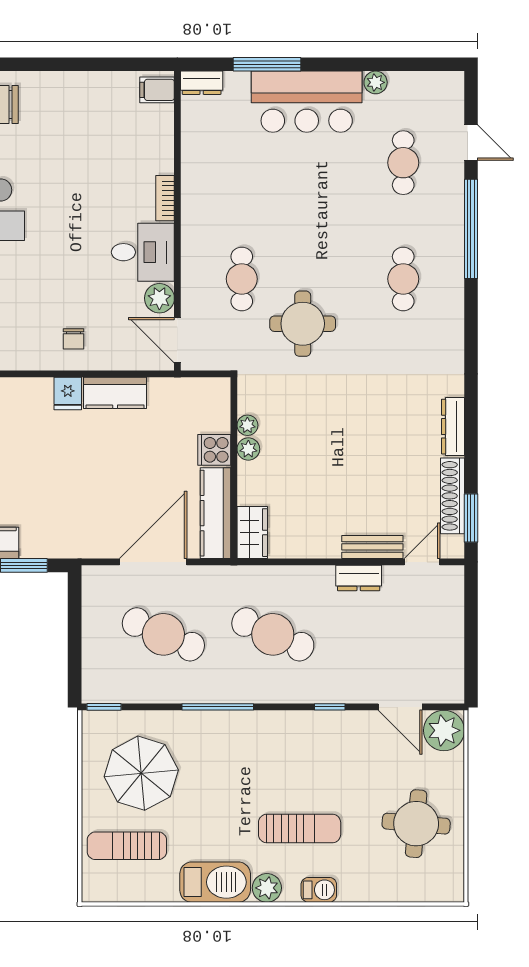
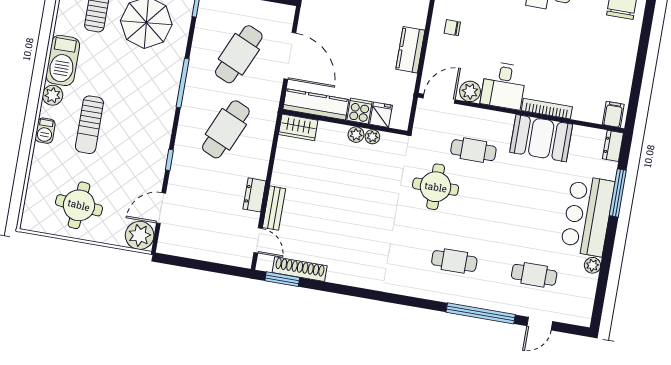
booth: (208, 186) -> (541, 138), added
bookcase: (165, 198) -> (547, 109), width x1.56
fridge: (68, 393) -> (381, 115), moved, turned 90
dresser: (453, 427) -> (347, 278), removed

